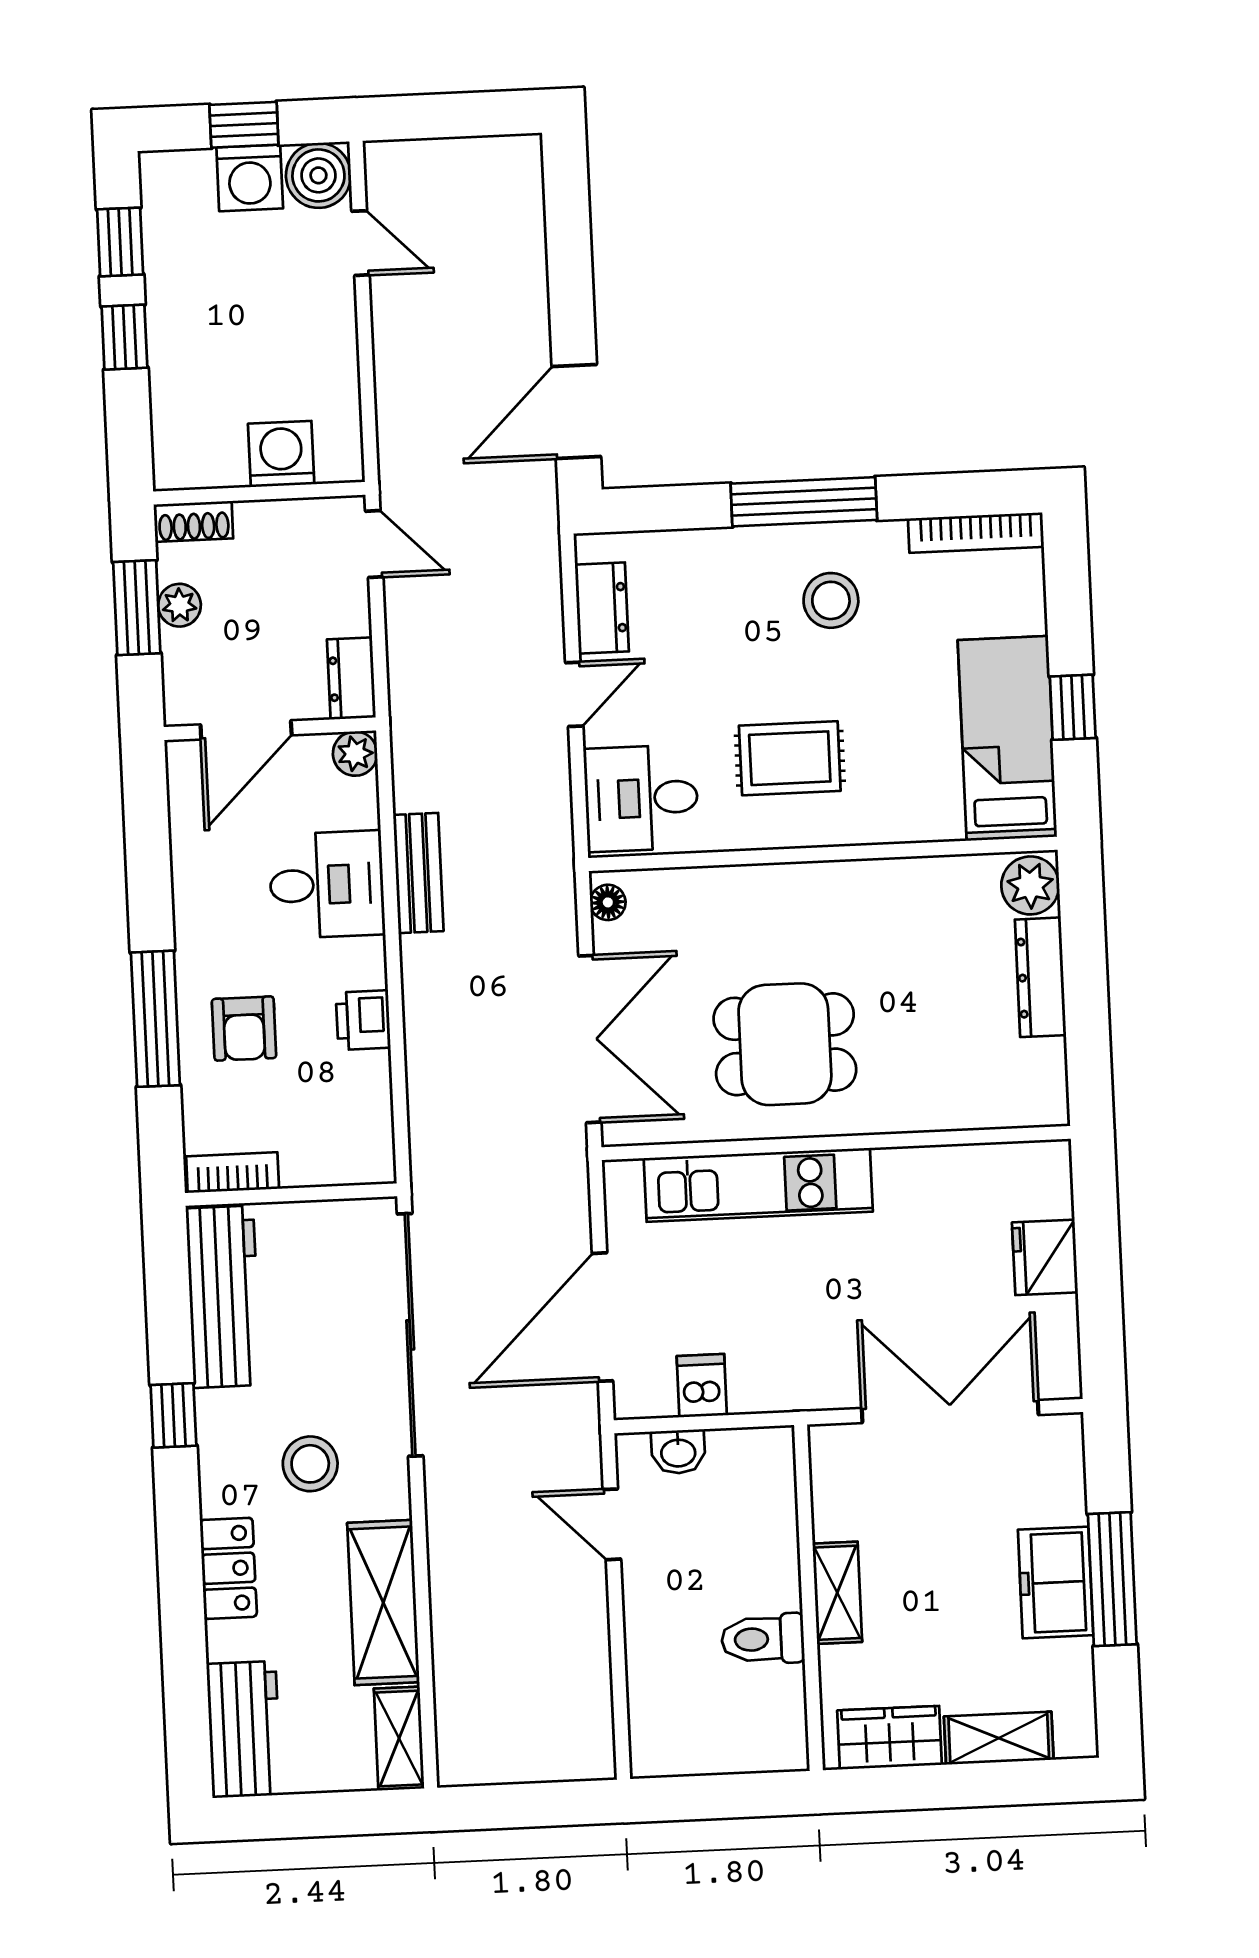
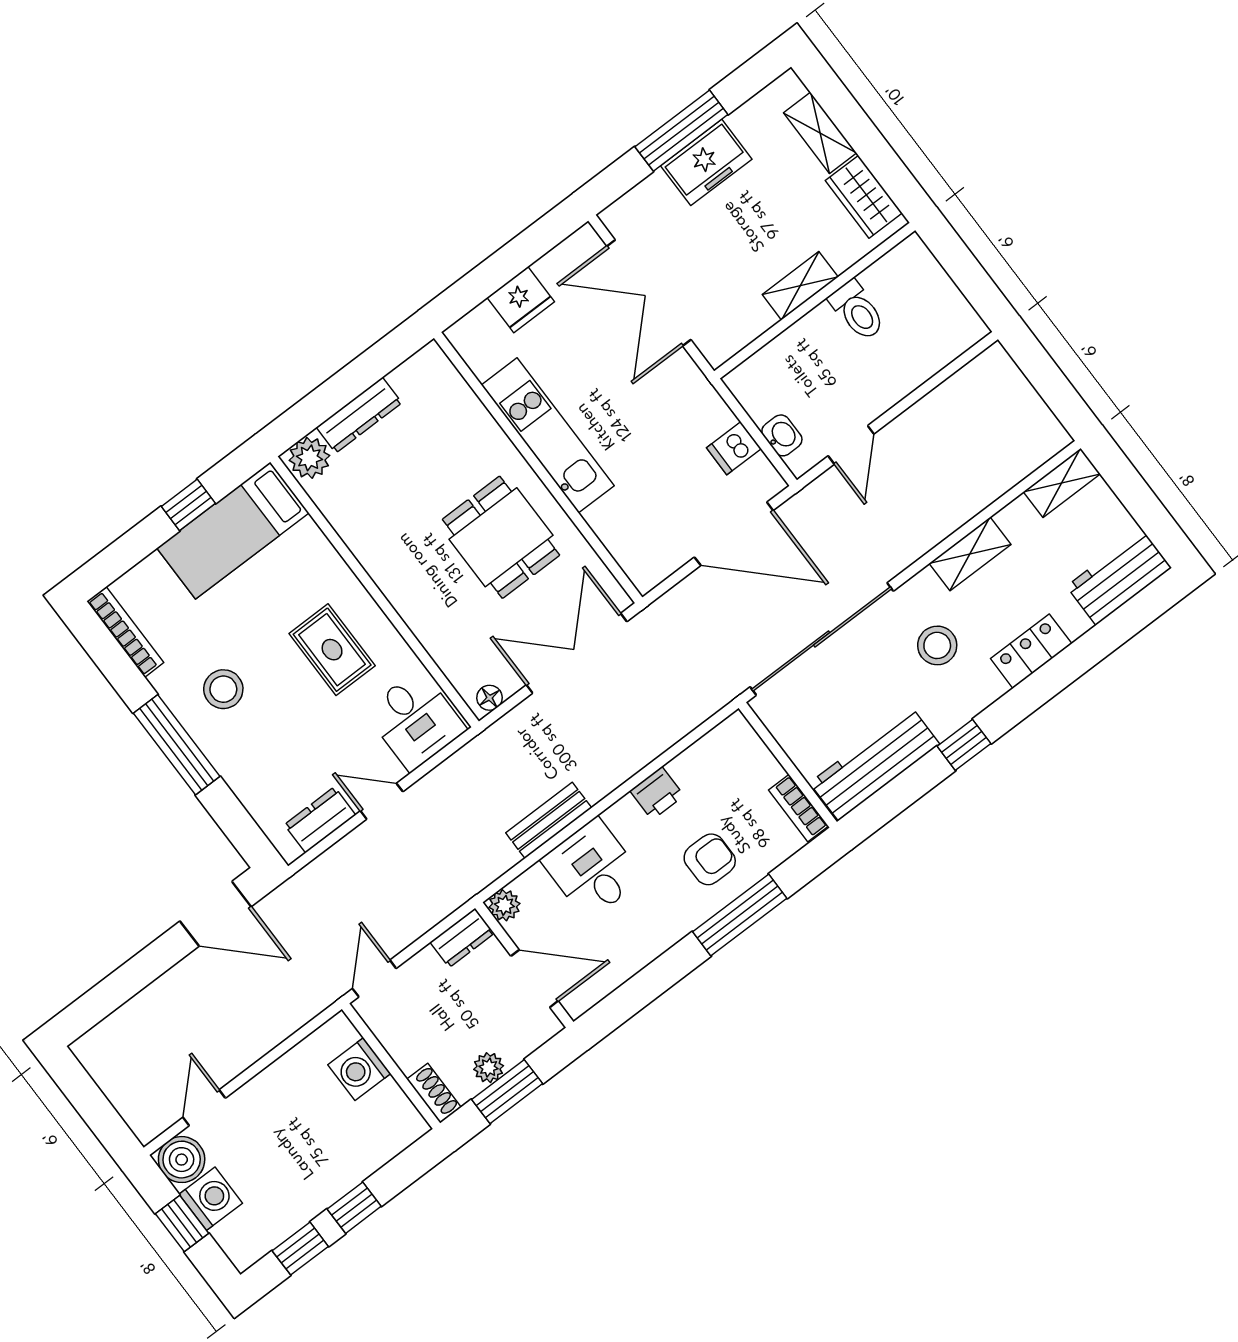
kitchen unit: (758, 1185) -> (548, 435), moved
shelving: (383, 1603) -> (970, 554), width x0.67, depth x0.75

